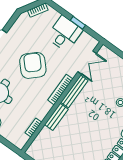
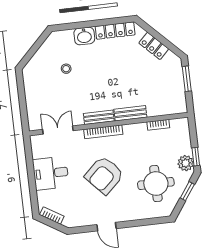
window: (78, 23) -> (31, 170), removed
bench: (74, 91) -> (99, 117), width x0.73

